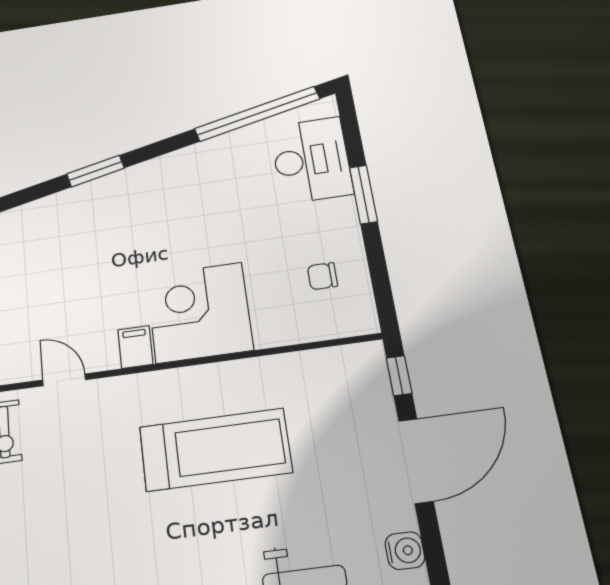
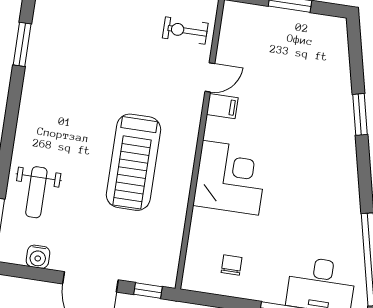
window: (95, 171) -> (360, 114), moved
filing cabinet: (135, 347) -> (222, 106), moved

